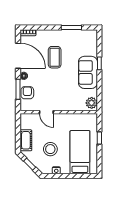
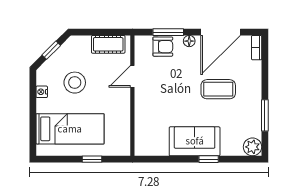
plant: (92, 103) -> (253, 147), moved
cot: (26, 140) -> (108, 44), moved

